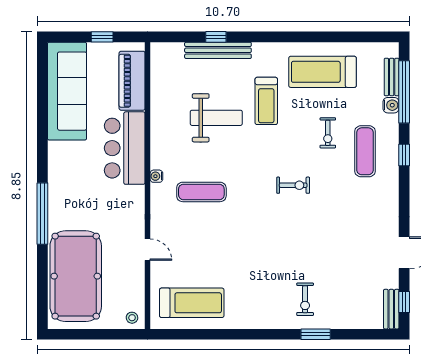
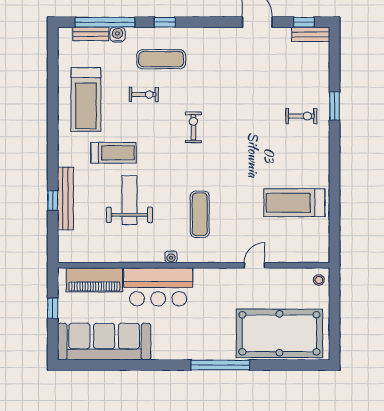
water cooler: (156, 176) -> (171, 257), moved
treadmill: (192, 303) -> (294, 203), moved, turned -90

